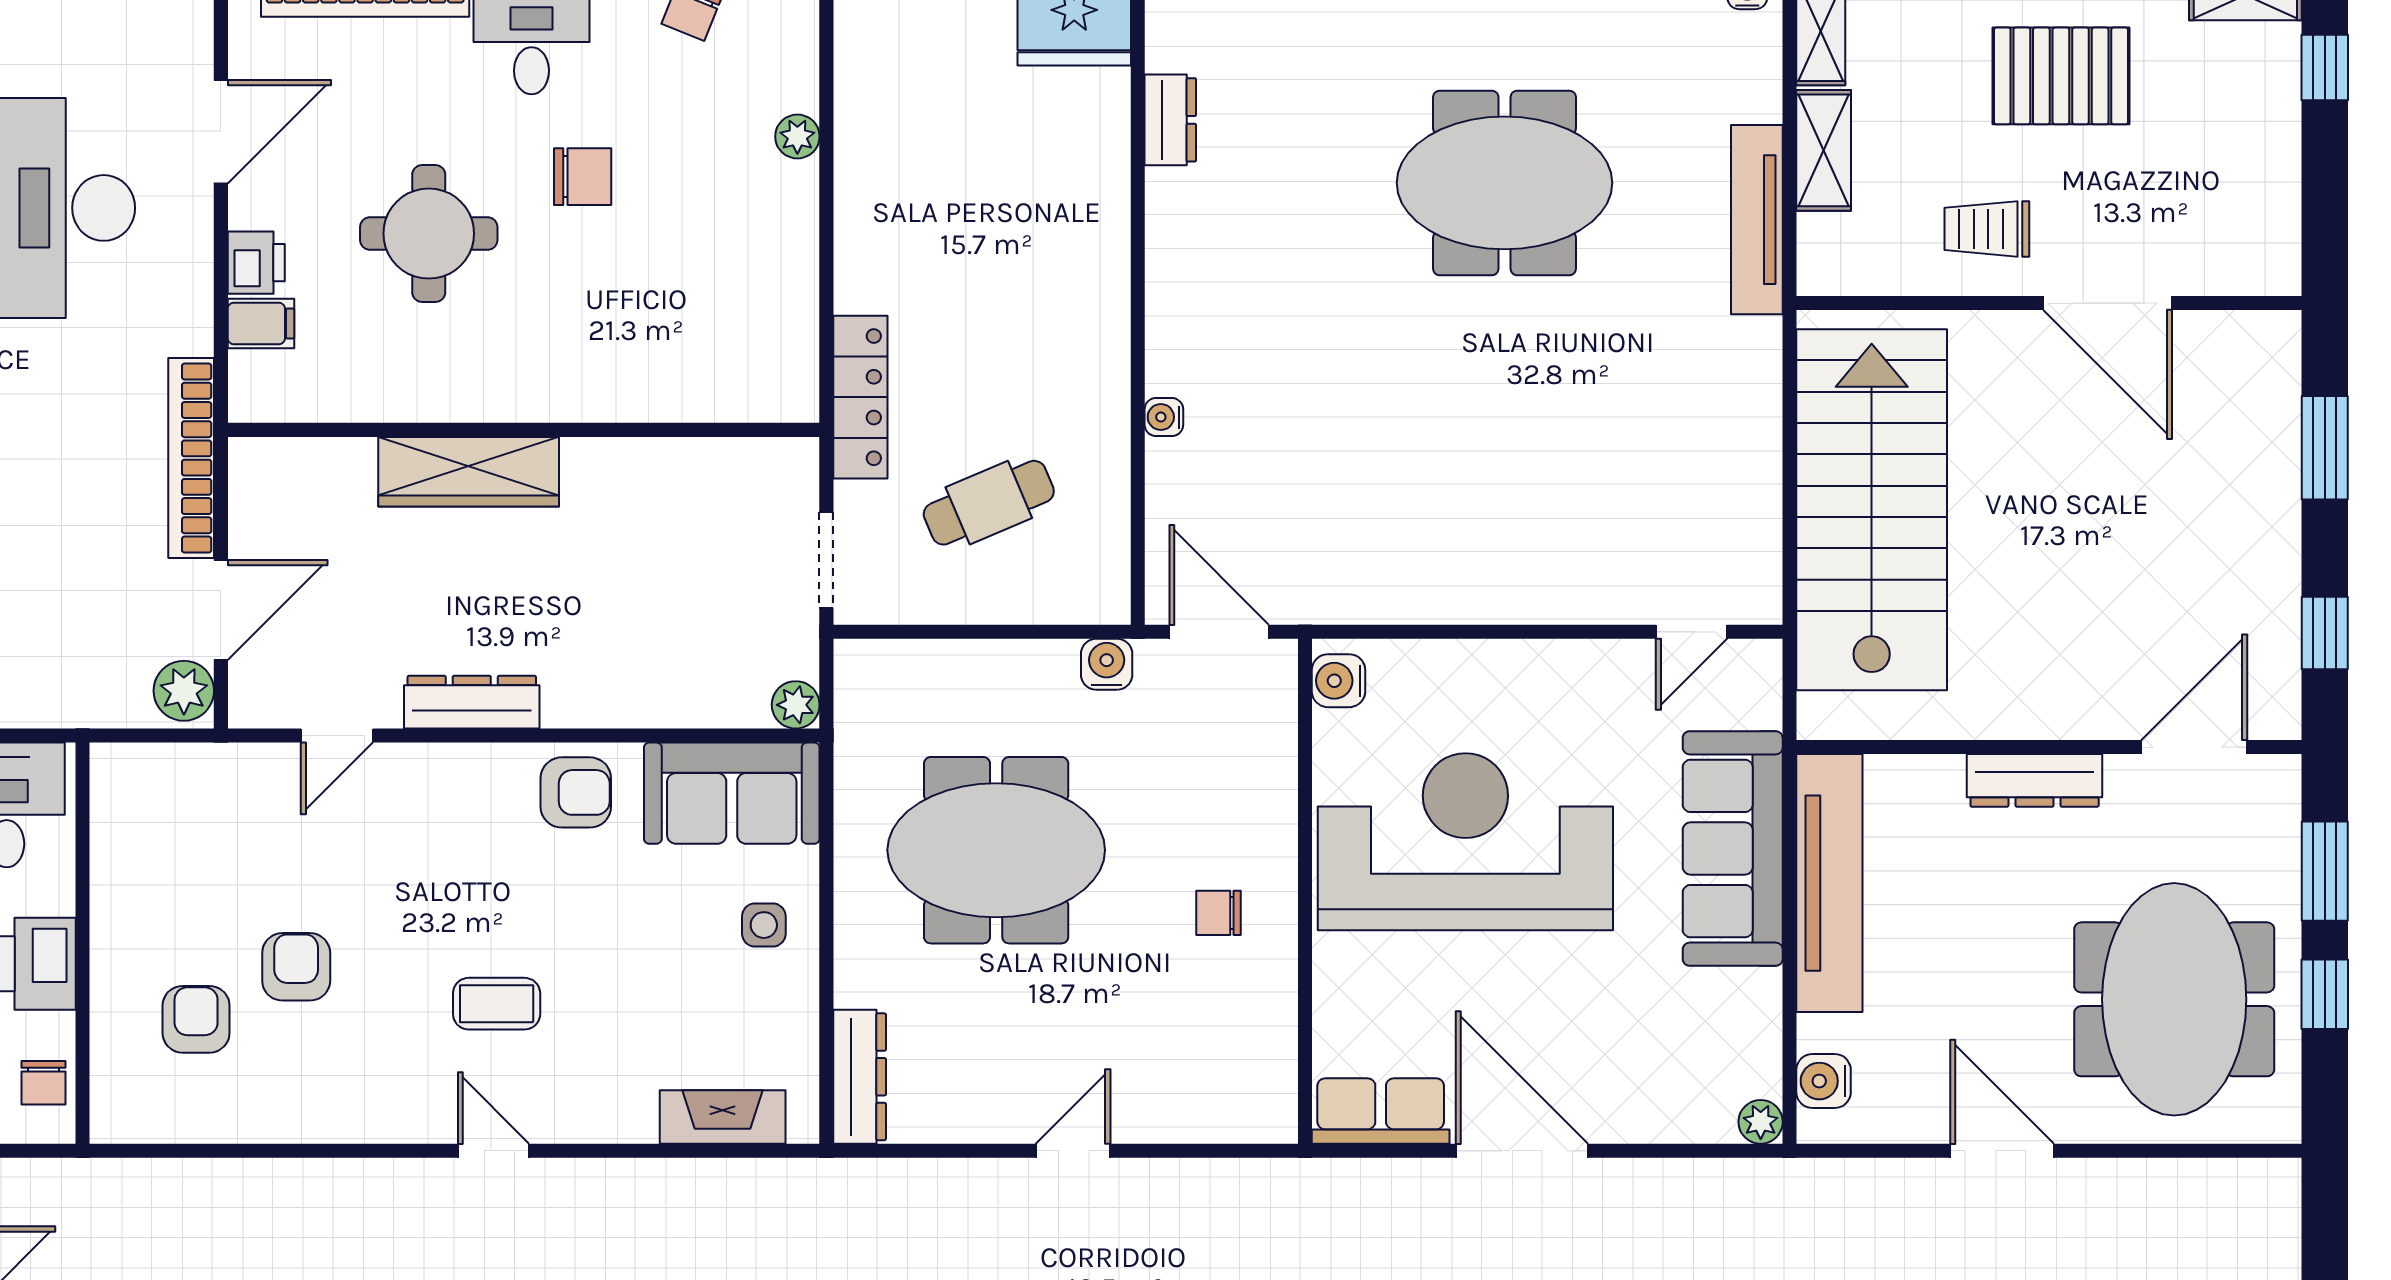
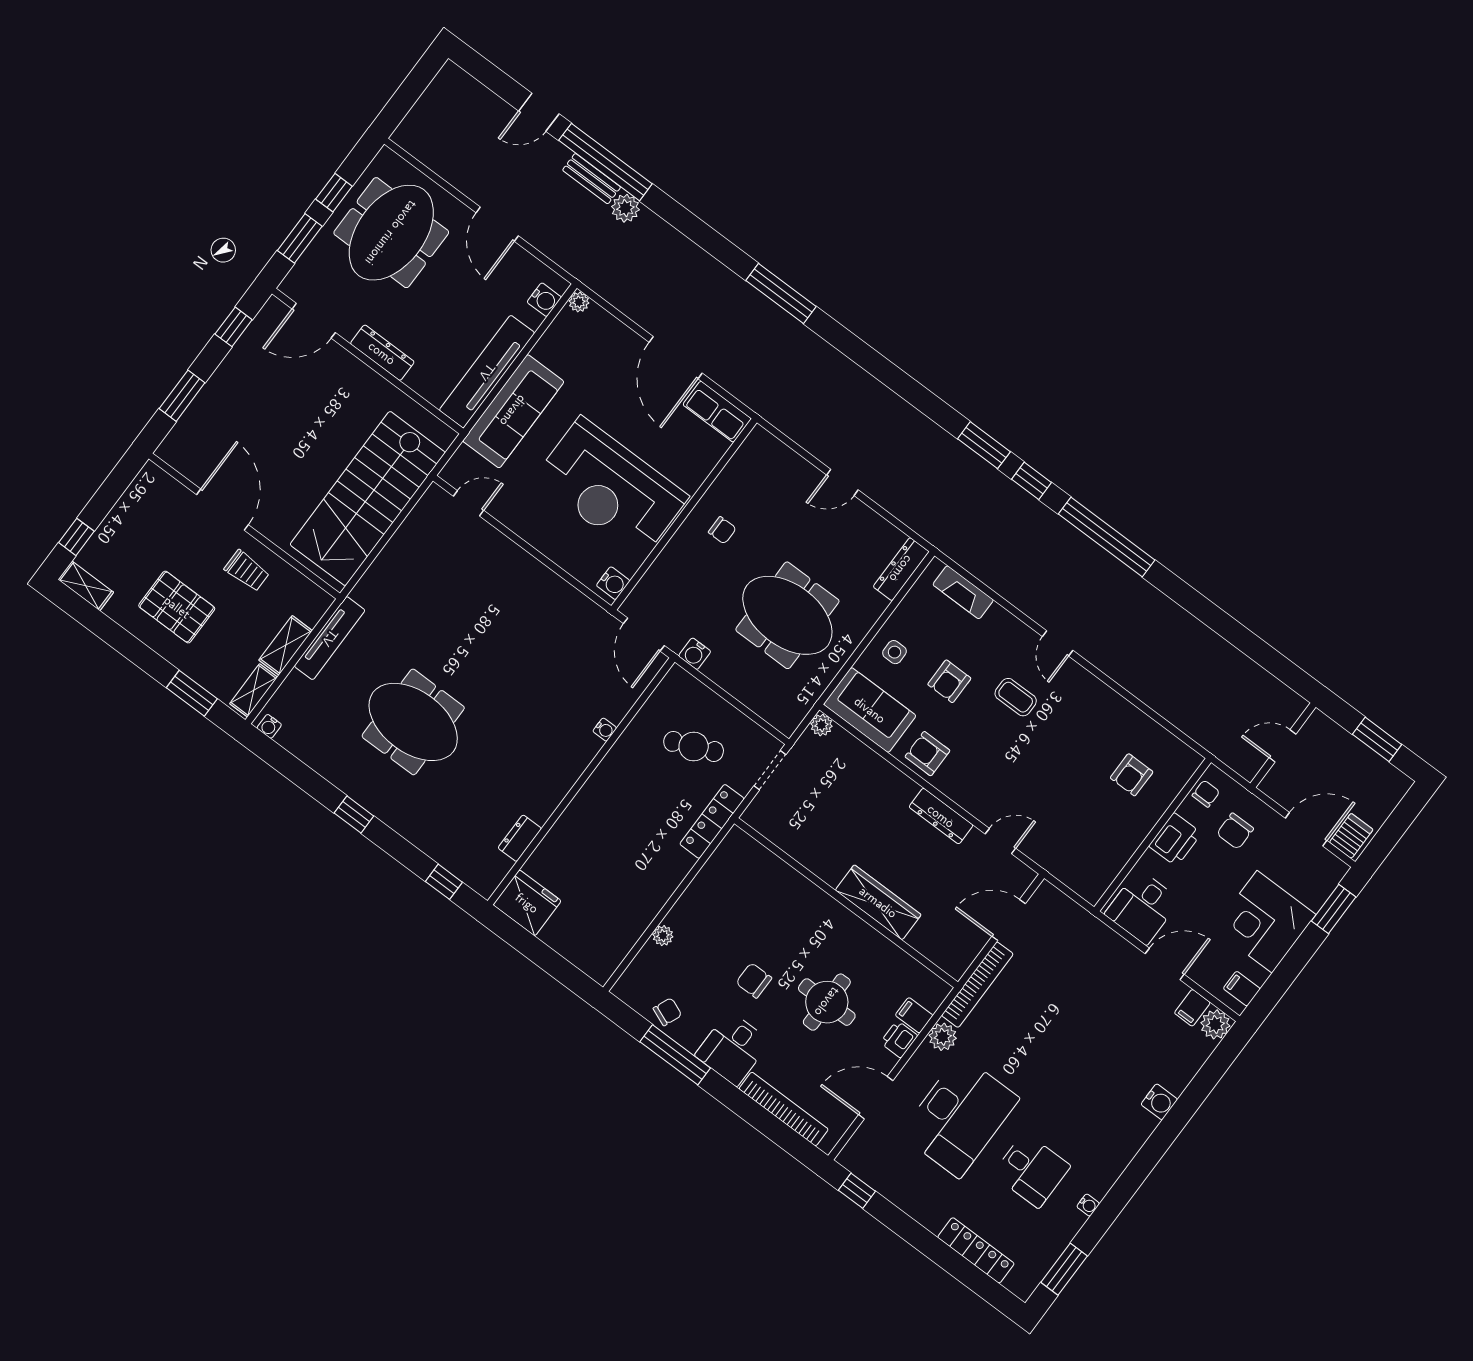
plant: (184, 691) -> (943, 1037), moved
armchair: (296, 967) -> (949, 681), moved

